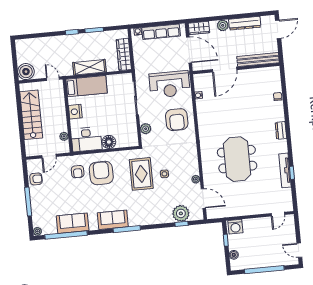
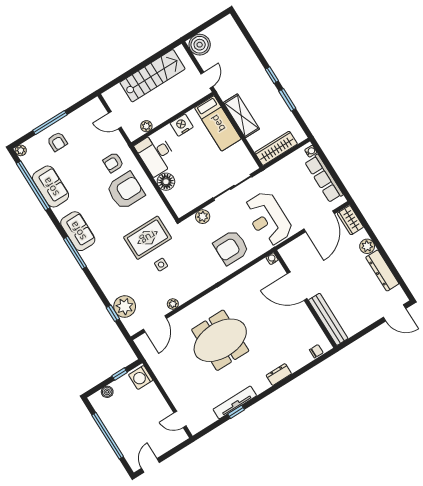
bench: (258, 60) -> (328, 319), moved
wall: (236, 68) -> (305, 299), moved
door: (225, 70) -> (297, 286), moved
armchair: (36, 179) -> (57, 142), moved

